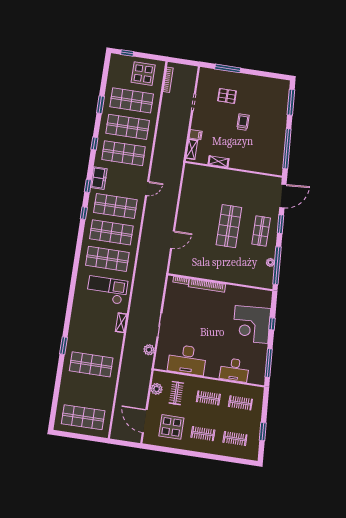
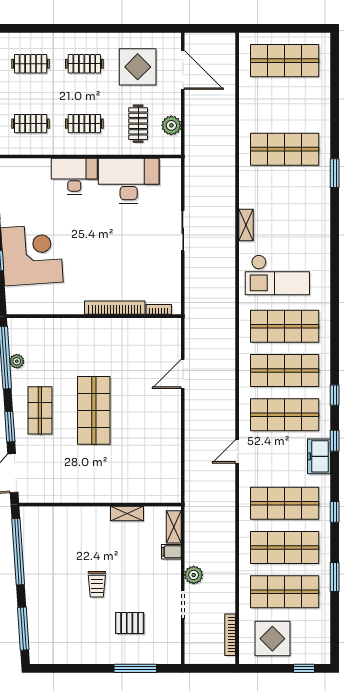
plant: (149, 350) -> (194, 575), moved
desk: (234, 370) -> (74, 176), moved

